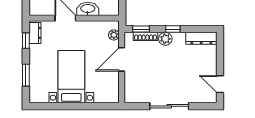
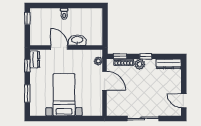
door: (122, 59) -> (105, 81), swing flipped

